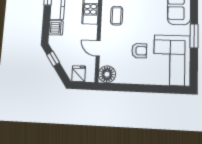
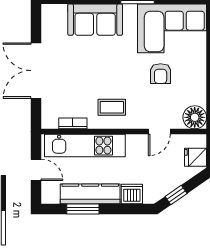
armchair: (139, 51) -> (161, 74), turned 180

